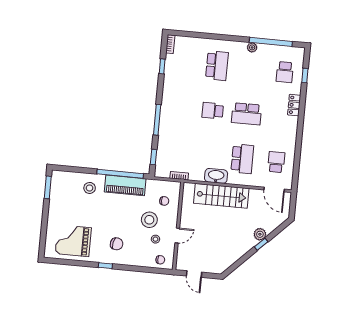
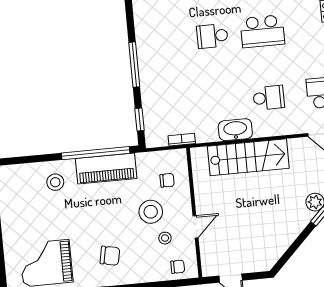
school desk: (242, 159) -> (269, 98), width x0.54

